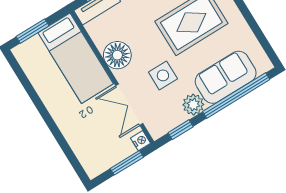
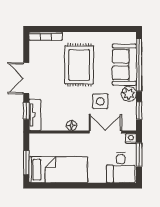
floor lamp: (117, 55) -> (72, 125), width x0.53, depth x0.53
bed: (76, 58) -> (58, 170), moved
double door: (129, 105) -> (105, 132), swing flipped
desk: (97, 150) -> (121, 168), added

